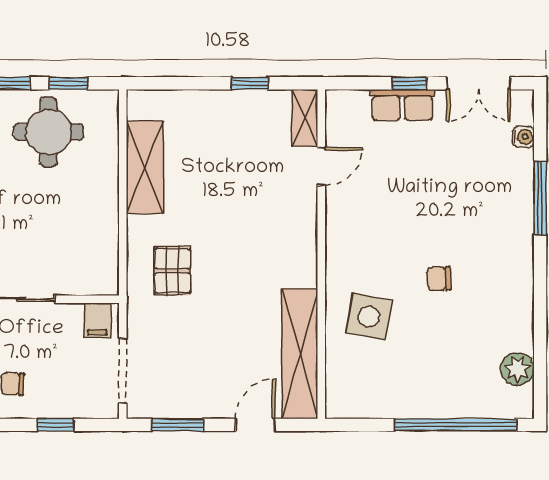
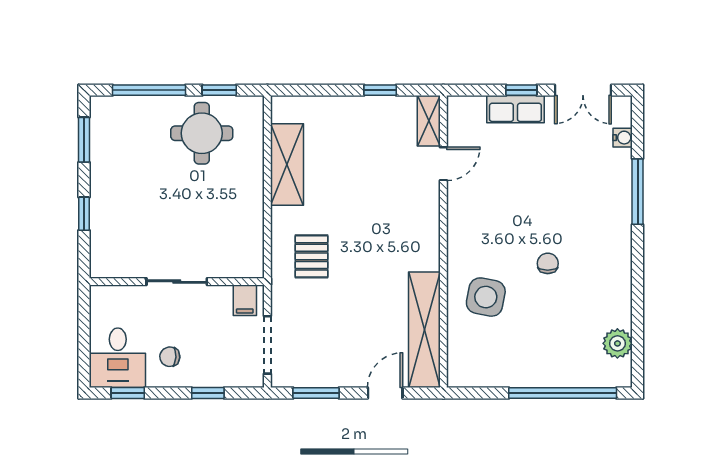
chair: (439, 279) -> (548, 263), turned 92

